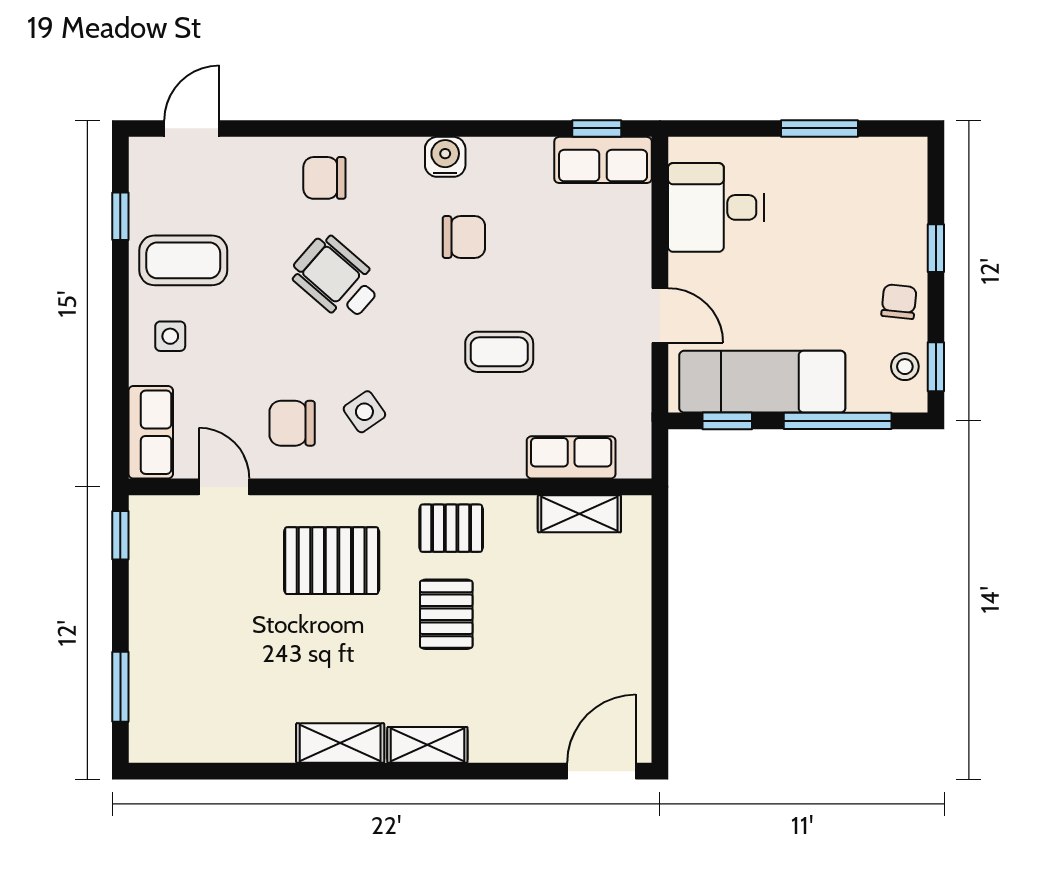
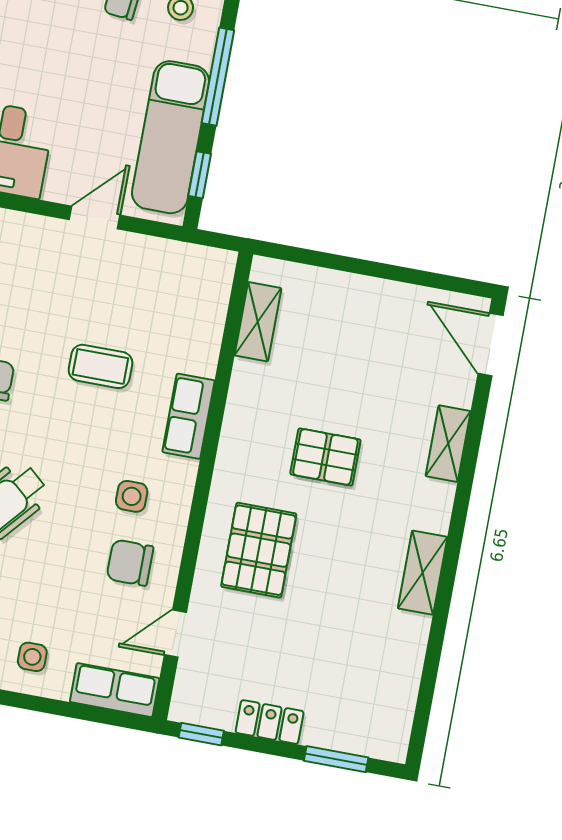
coffee table: (499, 352) -> (100, 366), turned 90
side table: (364, 412) -> (132, 496), turned 35
chair: (292, 423) -> (130, 563), turned 90
row of seats: (571, 457) -> (188, 416), moved
pallet: (451, 528) -> (250, 438), removed
locker: (147, 607) -> (270, 722), added
shelving: (427, 745) -> (448, 444), moved

